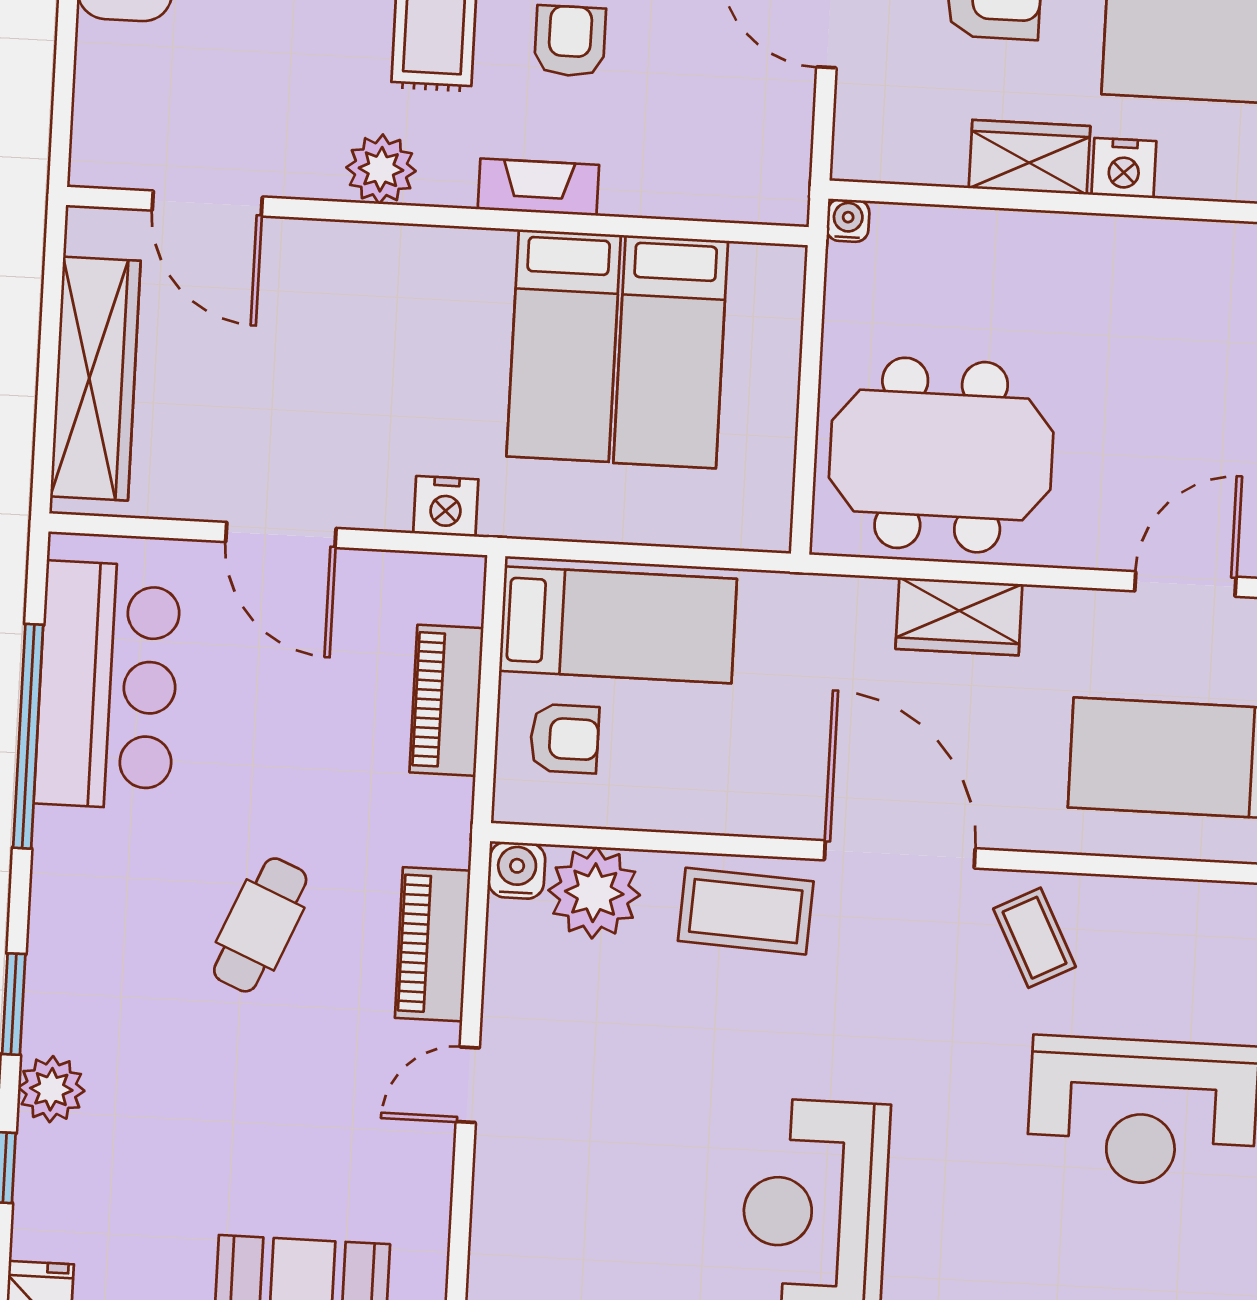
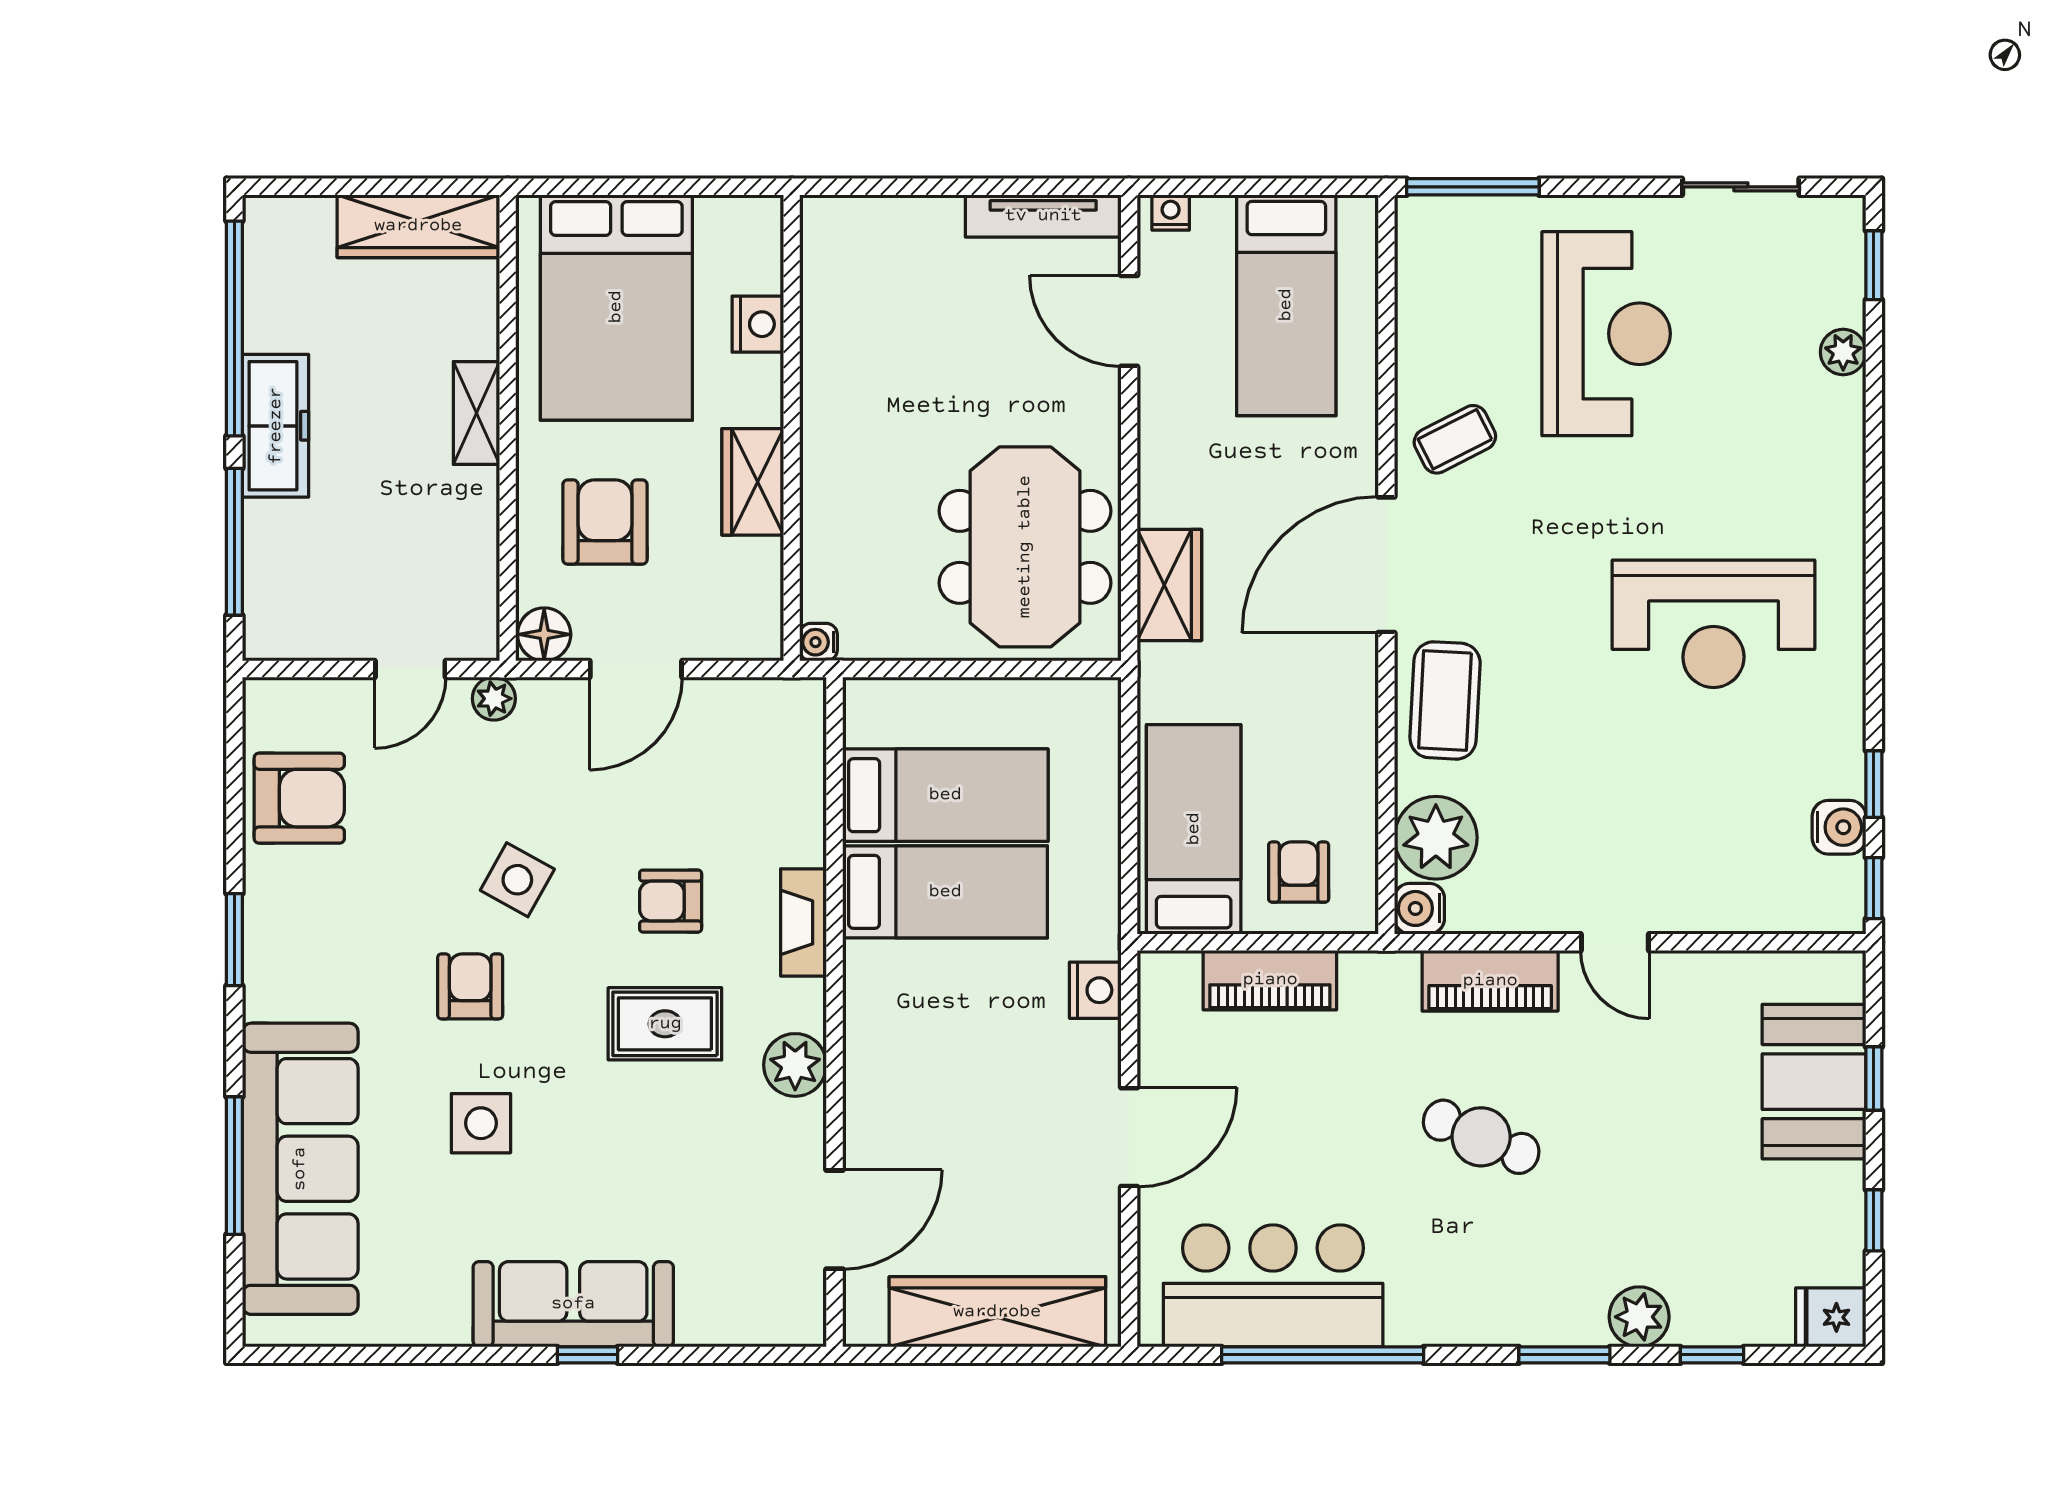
nightstand: (1124, 168) -> (758, 324), moved
wardrobe: (959, 616) -> (1169, 585), moved

